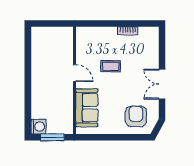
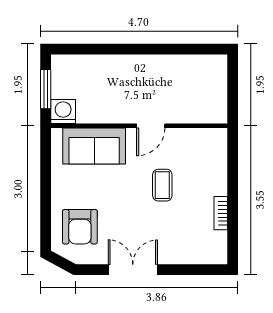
armchair: (136, 116) -> (80, 227), turned 90
washing machine: (38, 127) -> (63, 111), moved, turned 180

